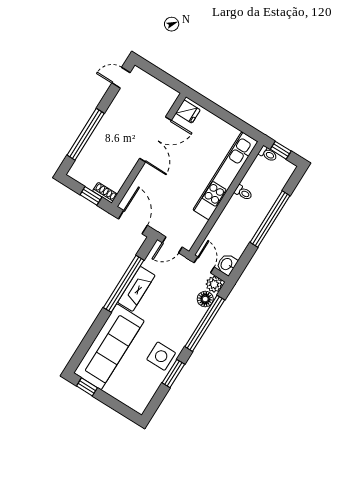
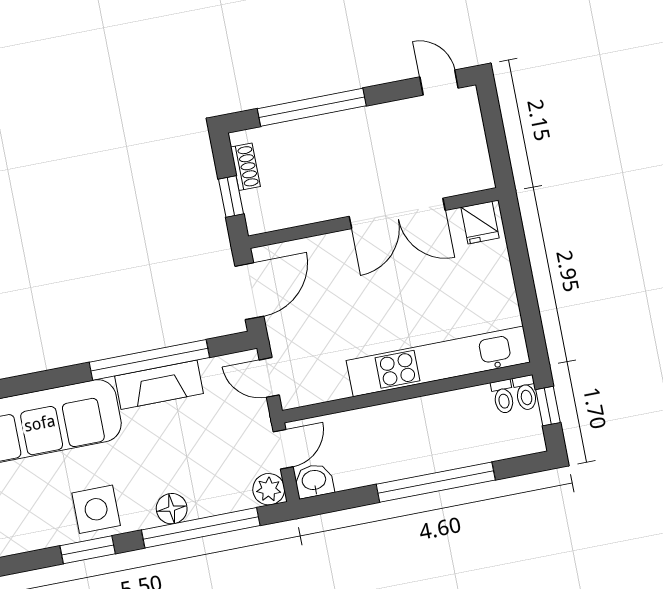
shoe rack: (105, 193) -> (245, 167), moved
toilet: (243, 193) -> (503, 397), moved
floor lamp: (205, 299) -> (172, 509), moved

